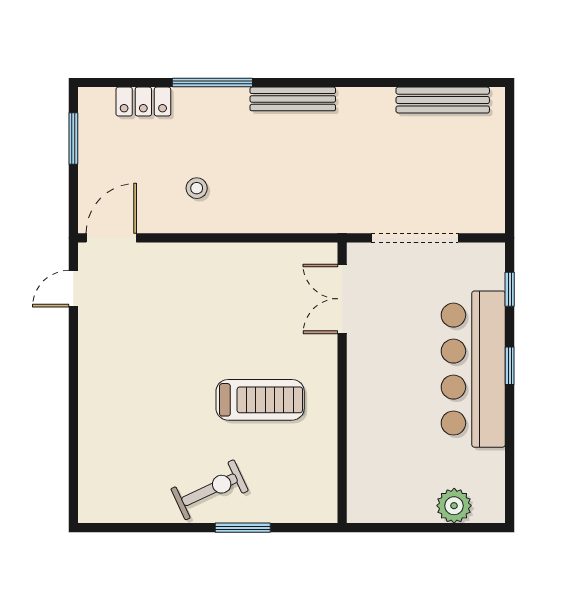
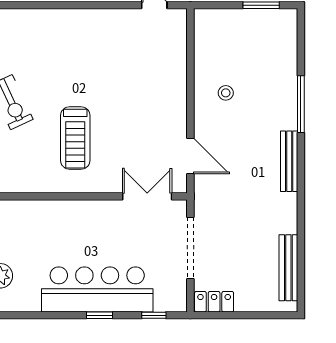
locker: (143, 102) -> (214, 302), moved, turned 90
door: (111, 238) -> (190, 156), moved

